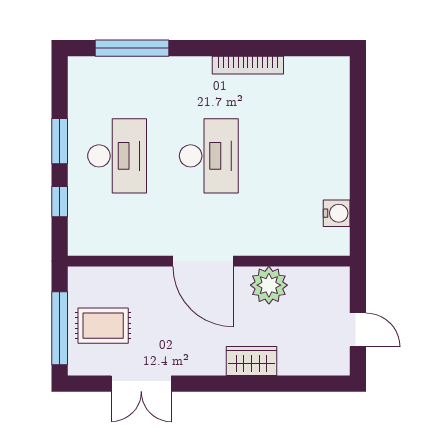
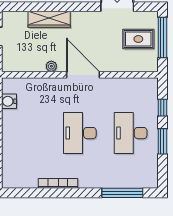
plant: (269, 285) -> (51, 66), width x0.53, depth x0.53
wardrobe: (252, 361) -> (49, 19), width x1.50

